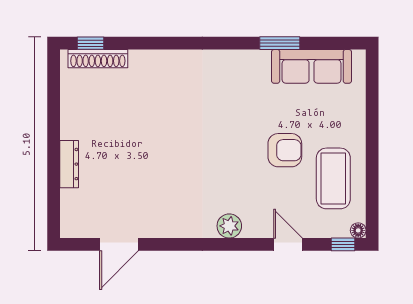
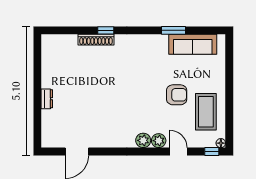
window: (90, 43) -> (106, 30), moved
shoe rack: (98, 59) -> (96, 40), moved
dresser: (69, 164) -> (47, 99), width x0.70
plant: (255, 226) -> (159, 141), added

